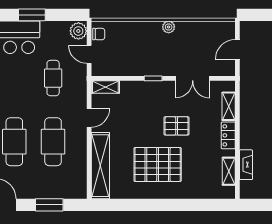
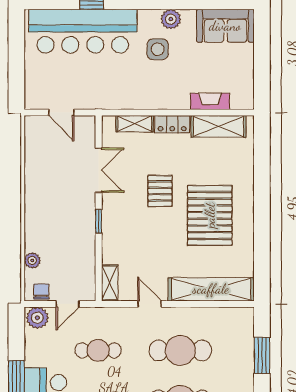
plant: (169, 27) -> (32, 260), moved
shelving: (229, 171) -> (218, 126), width x1.50, depth x1.33

